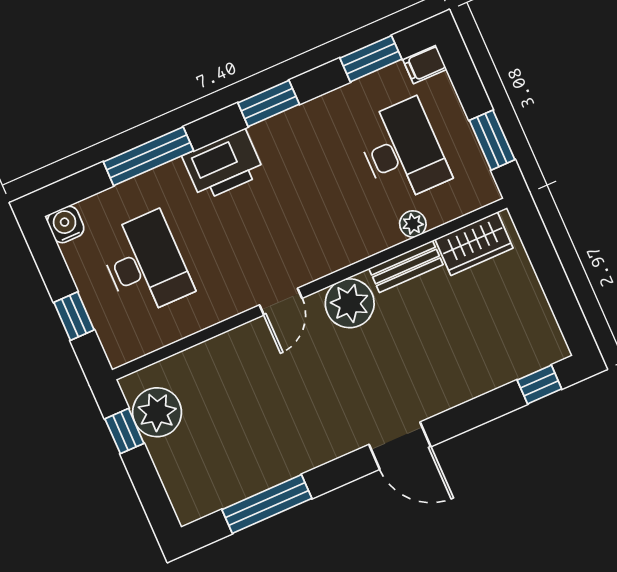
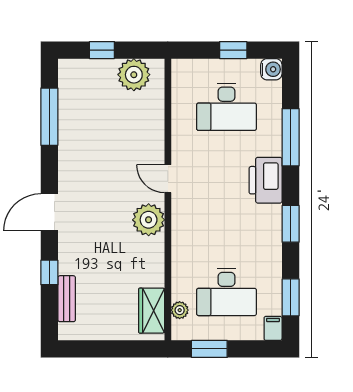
plant: (413, 224) -> (180, 310), moved
bench: (406, 267) -> (67, 299), moved
window: (74, 316) -> (233, 50), moved
window: (539, 384) -> (49, 272), moved
window: (124, 431) -> (102, 50), moved

